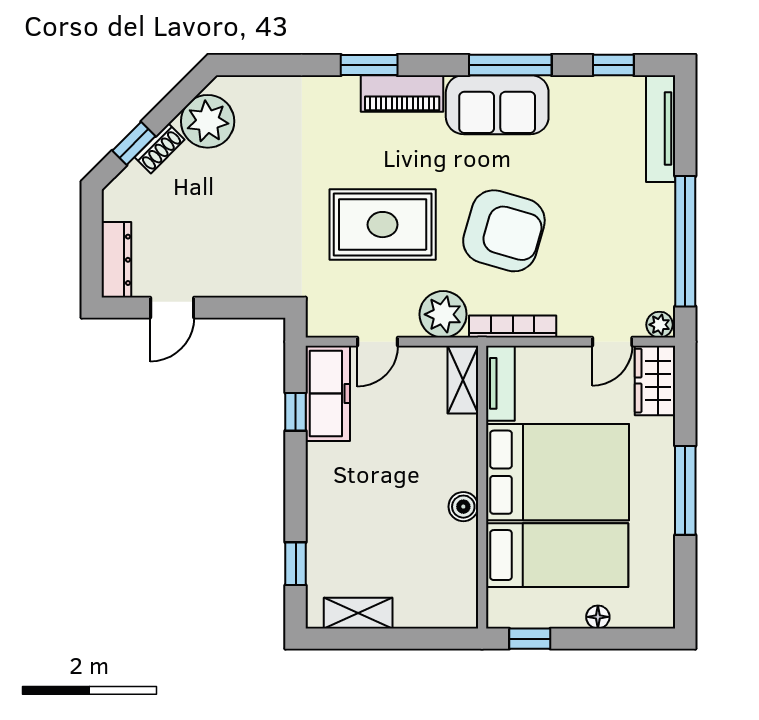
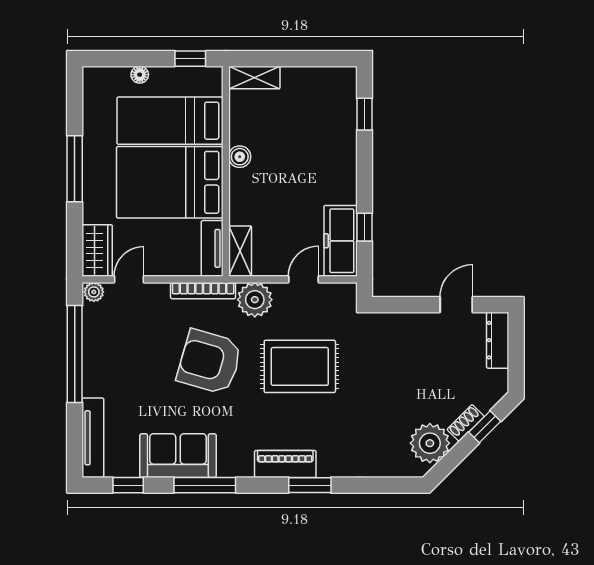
sofa: (497, 105) -> (178, 456), moved
shelving: (358, 613) -> (254, 77), moved

